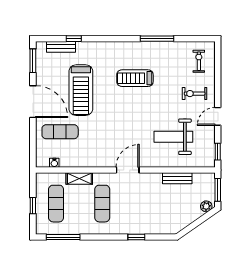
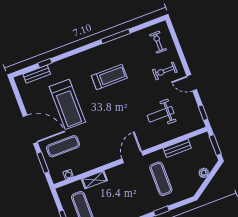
window: (33, 61) -> (43, 163), moved
treadmill: (135, 78) -> (109, 77), turned 180
door: (218, 116) -> (192, 83), hinge flipped
weight bench: (173, 137) -> (161, 114), width x0.73, depth x0.75
exercise mat: (102, 204) -> (161, 179), moved
plant: (206, 206) -> (204, 173), moved

